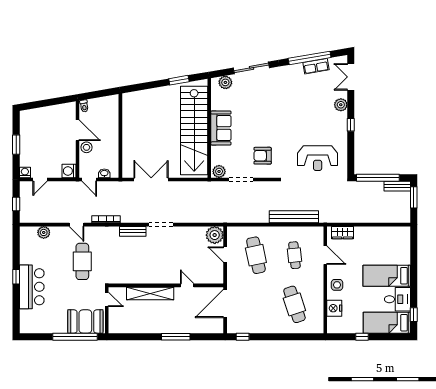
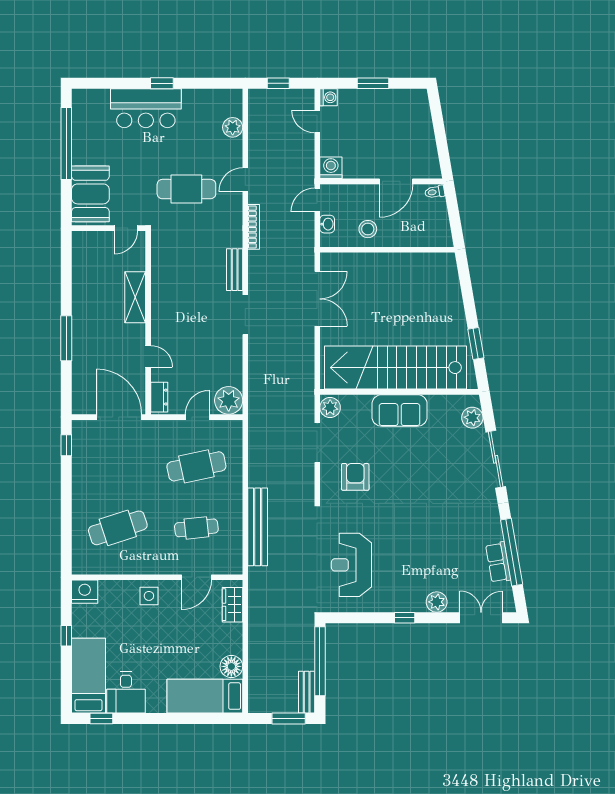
stool: (86, 147) -> (368, 229), moved
floor lamp: (381, 233) -> (231, 666), added
bed: (387, 276) -> (205, 696), moved, turned -90
dresser: (213, 278) -> (159, 397), added
door: (187, 285) -> (148, 356), hinge flipped
shelving: (150, 293) -> (135, 297), width x0.68
nightstand: (334, 308) -> (85, 592), moved
window: (75, 337) -> (66, 143), moved

